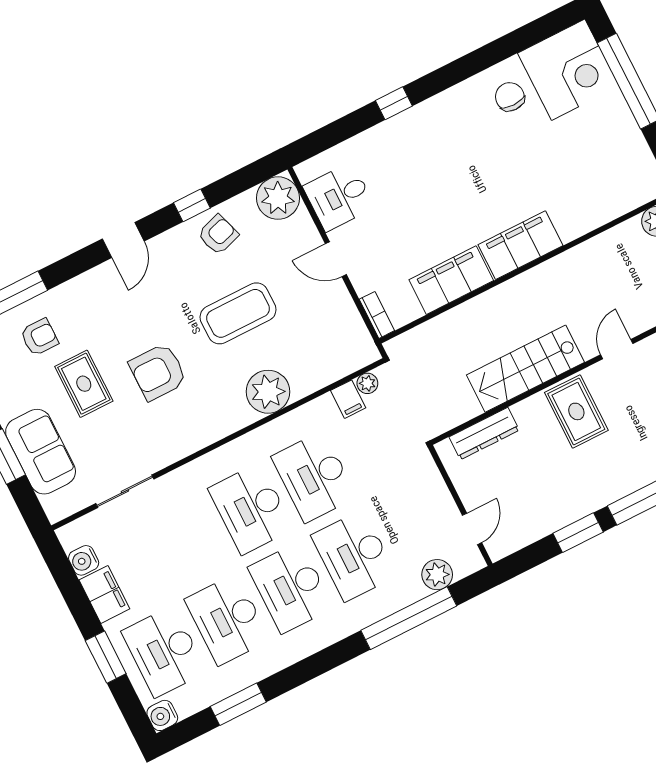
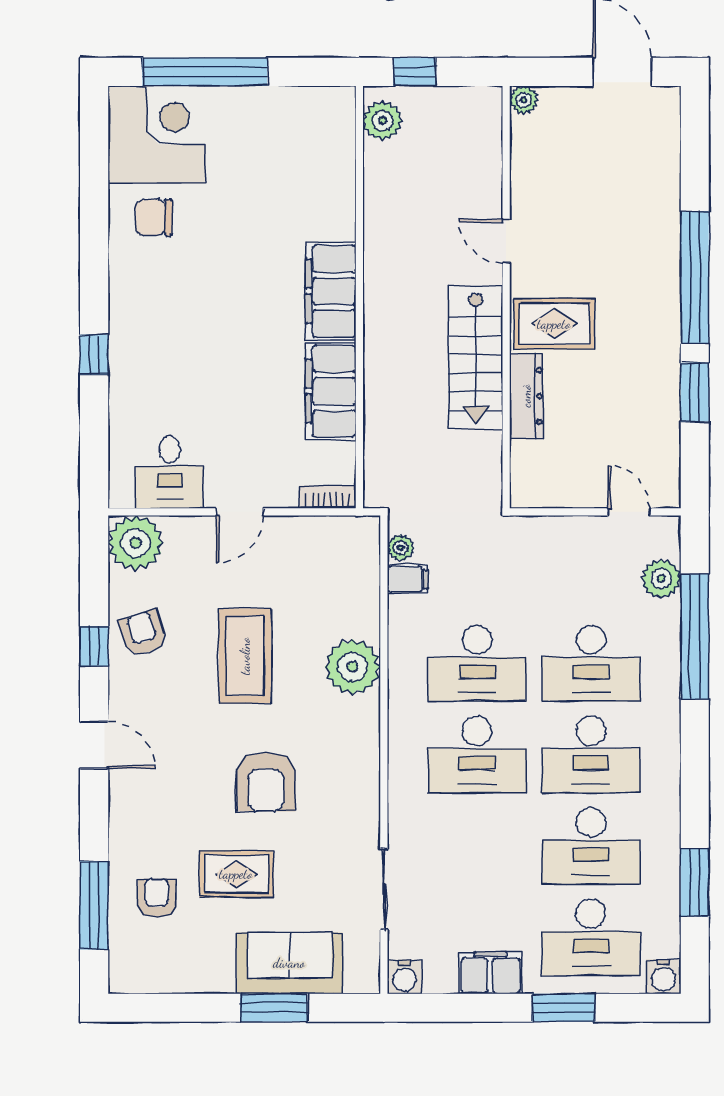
dresser: (484, 434) -> (526, 396), moved
water cooler: (84, 560) -> (404, 977), moved

